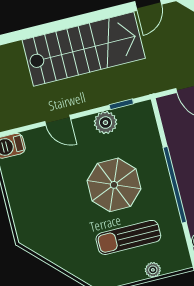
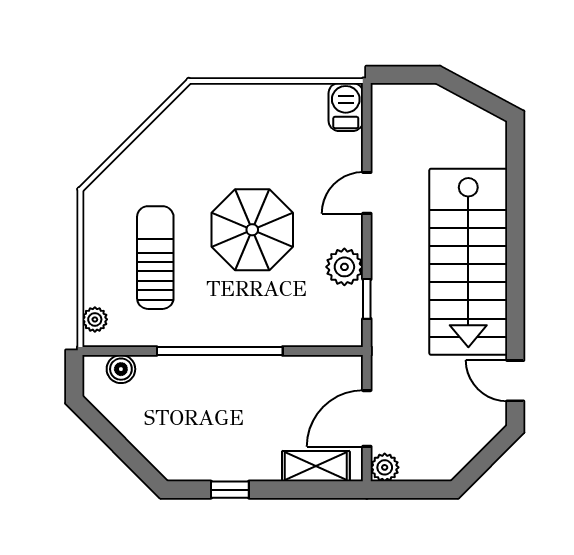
parasol: (114, 185) -> (252, 230), moved
plant: (153, 270) -> (95, 319), moved

